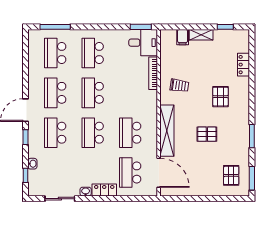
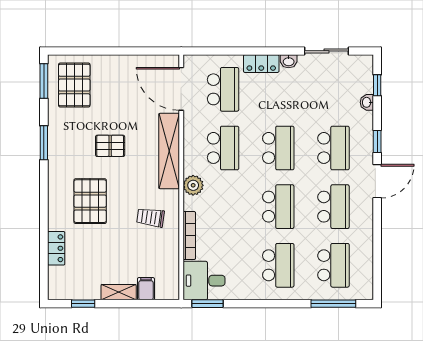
pallet: (220, 97) -> (90, 201), width x1.50, depth x1.42
plant: (150, 107) -> (193, 185), added
pallet: (231, 175) -> (74, 85), width x1.50, depth x1.42

